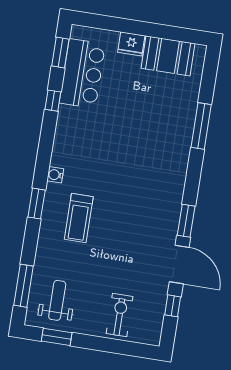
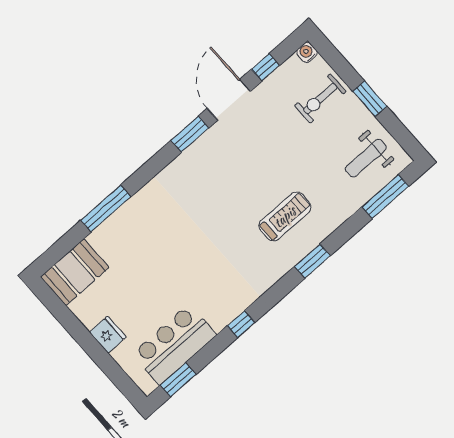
booth: (168, 56) -> (75, 272), moved, turned 90
window: (53, 101) -> (241, 324), moved
water cooler: (55, 175) -> (307, 52), moved, turned 180
window: (57, 337) -> (370, 99), moved

